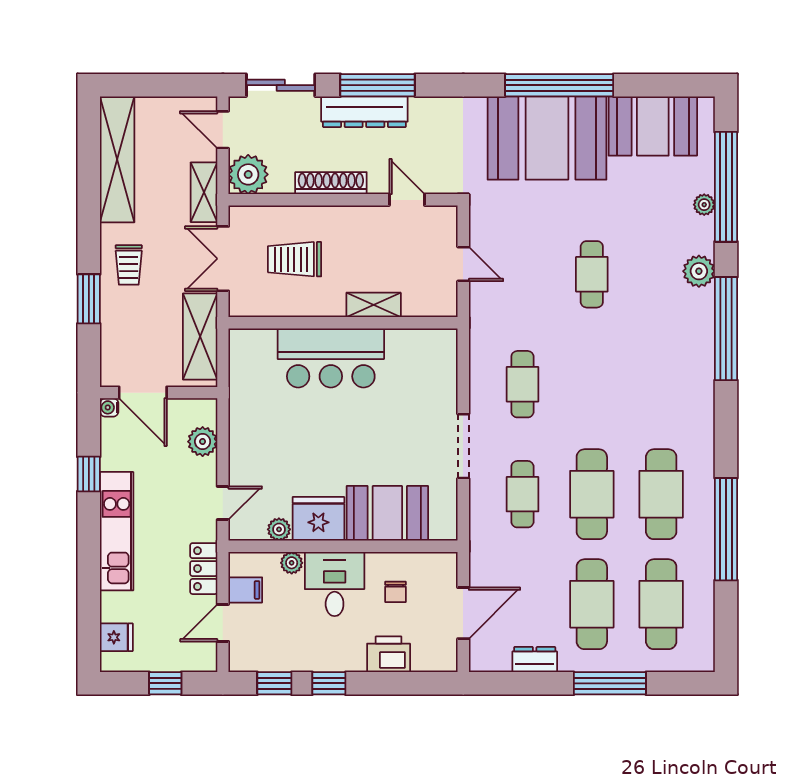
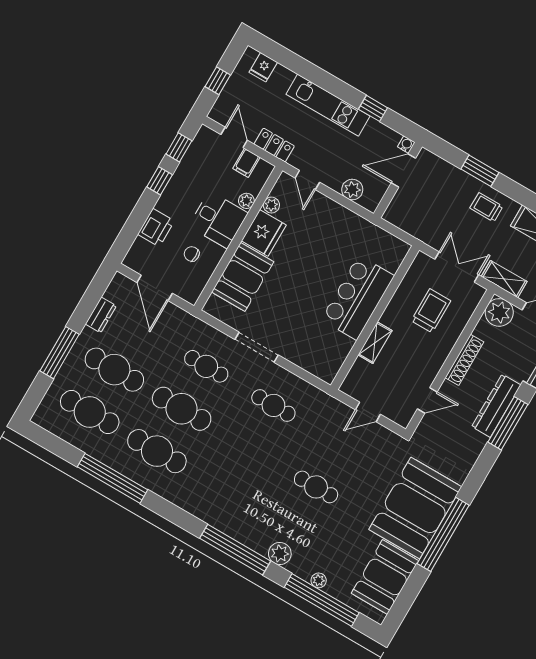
shelving: (200, 336) -> (417, 225), removed

